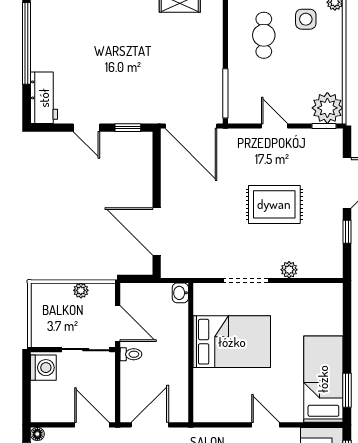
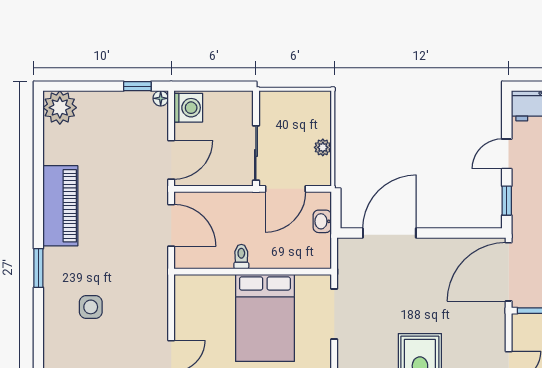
doorway: (246, 280) -> (334, 314), moved
washbasin: (180, 293) -> (322, 221), moved, turned -90
toilet: (131, 354) -> (241, 257), moved, turned 180
washing machine: (43, 368) -> (188, 108), moved, turned -90

